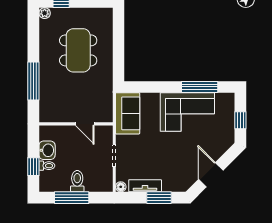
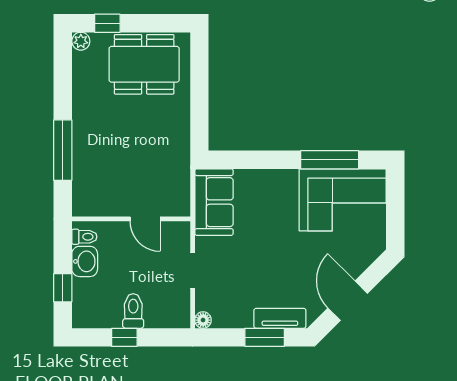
dining table: (78, 50) -> (144, 64), moved, turned 90
corner sofa: (187, 112) -> (343, 200), moved
window: (240, 120) -> (395, 213), removed
toilet: (47, 166) -> (84, 237), moved
tv unit: (145, 186) -> (280, 318), moved
window: (72, 198) -> (124, 337), width x0.46

